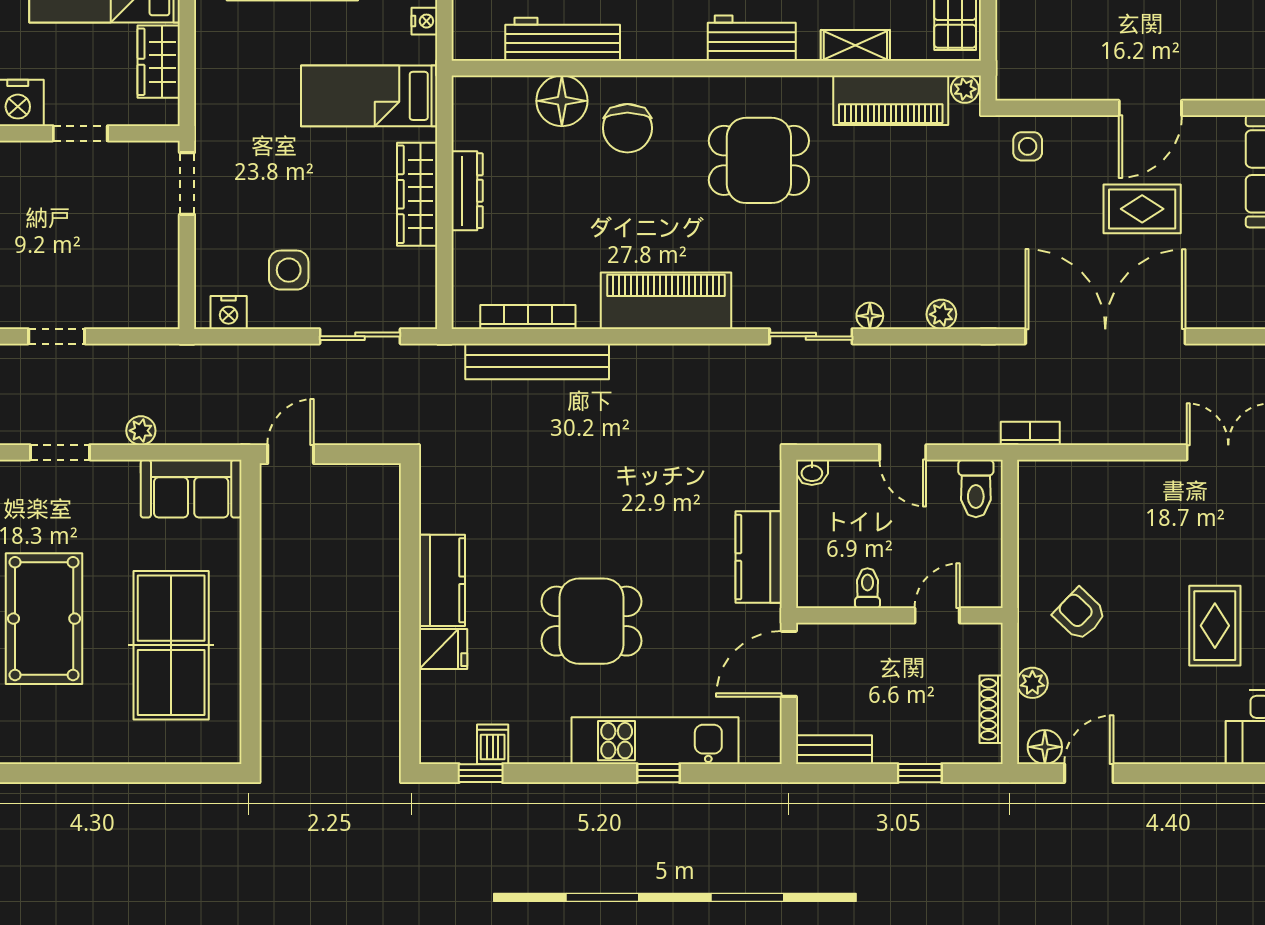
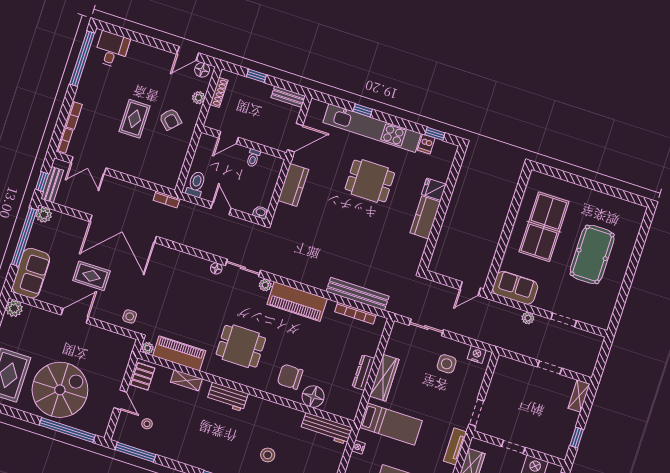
workbench: (563, 39) -> (326, 429), moved
tv unit: (210, 92) -> (455, 446), added
chair: (627, 128) -> (290, 377), turned -90
plant: (941, 314) -> (265, 285), moved
rug: (1215, 626) -> (134, 119), moved
kitchen unit: (655, 741) -> (372, 128), width x1.36

